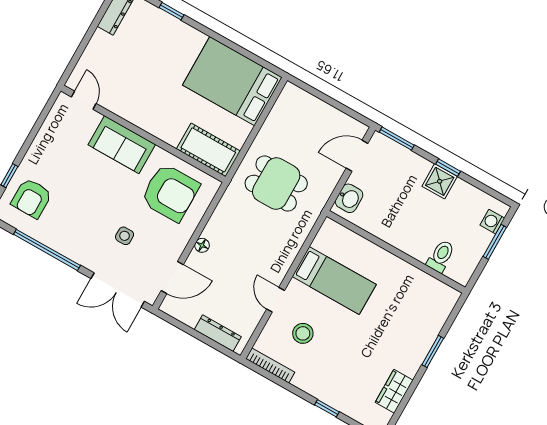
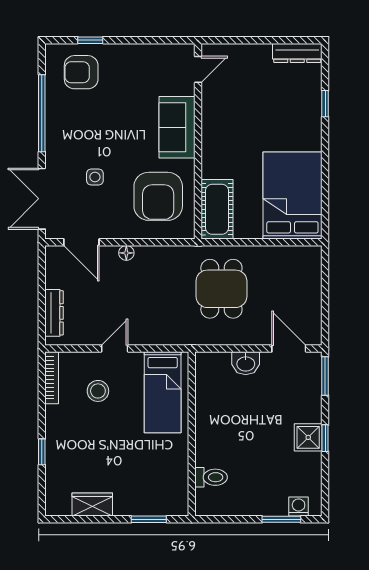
wall: (396, 252) -> (192, 434), moved
toilet: (441, 256) -> (211, 477), moved

